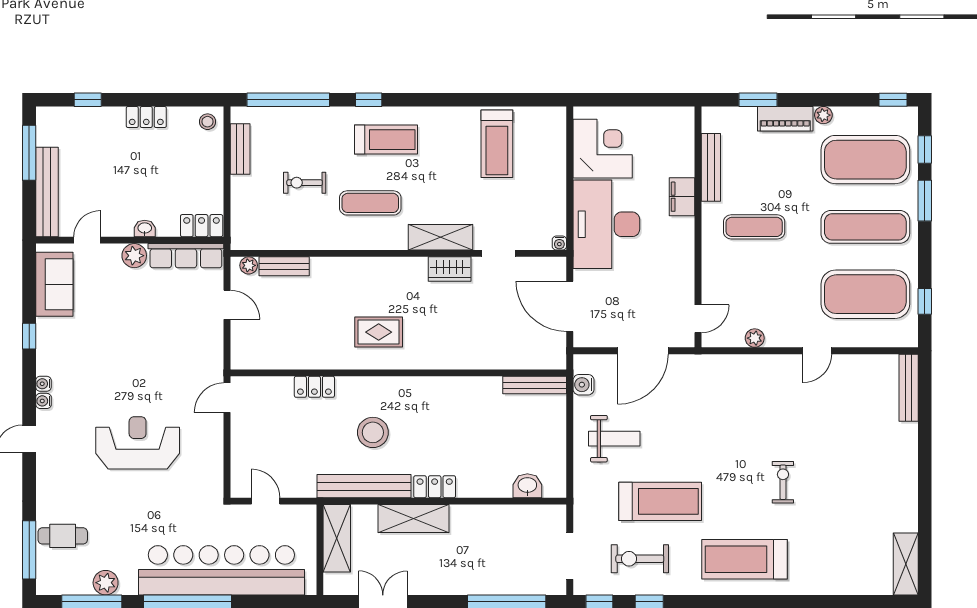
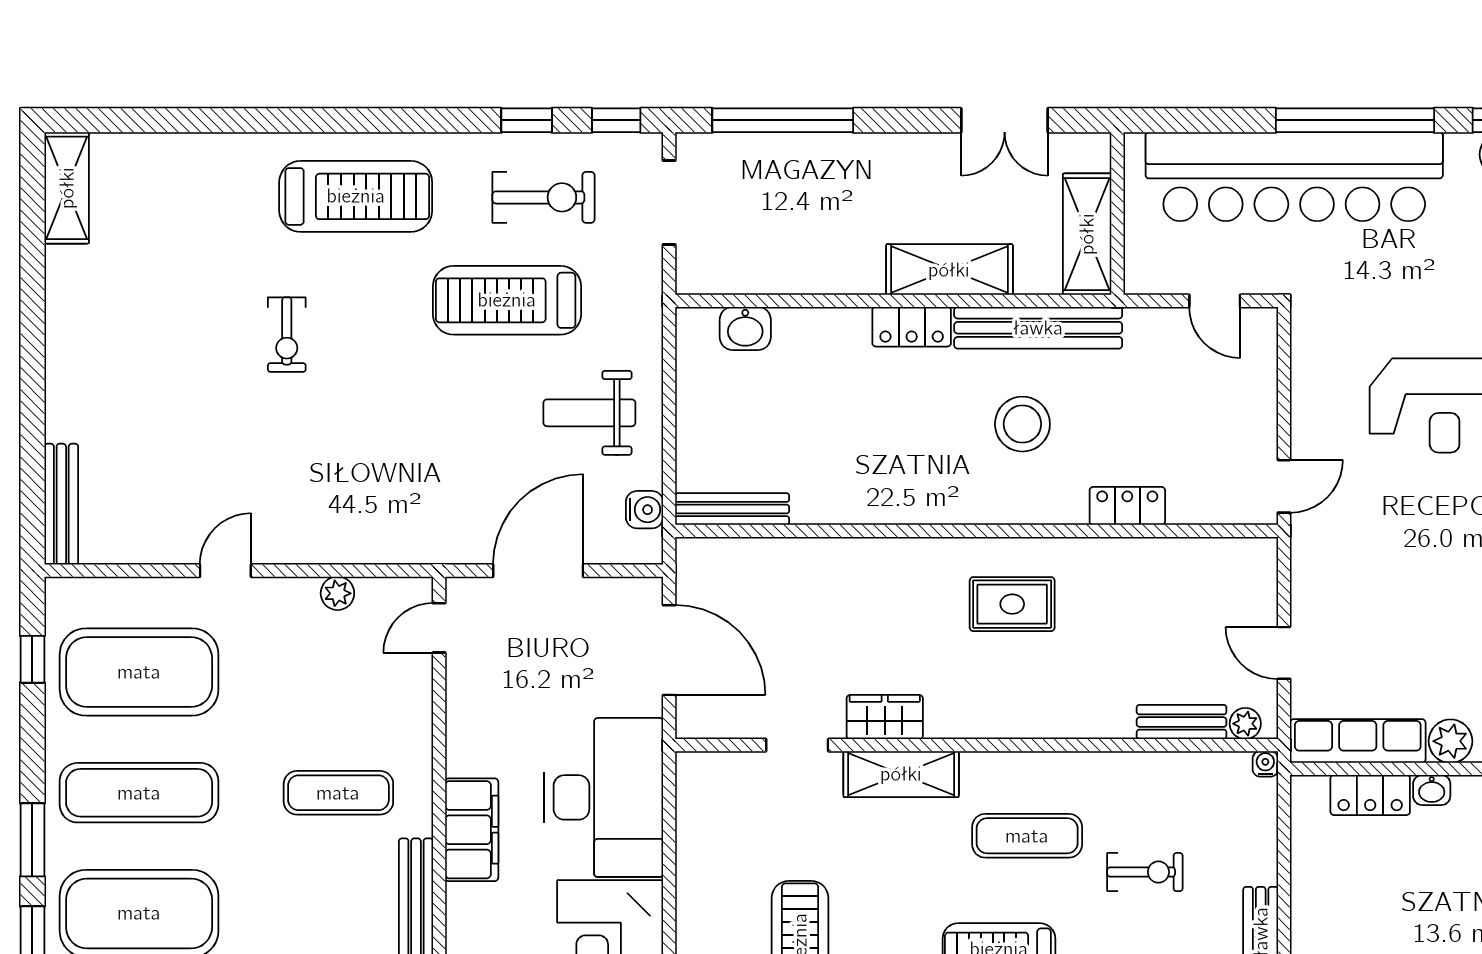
filing cabinet: (682, 197) -> (472, 830), width x1.50, depth x1.17
locker: (202, 226) -> (1370, 795), moved
water cooler: (559, 243) -> (1265, 764), moved

